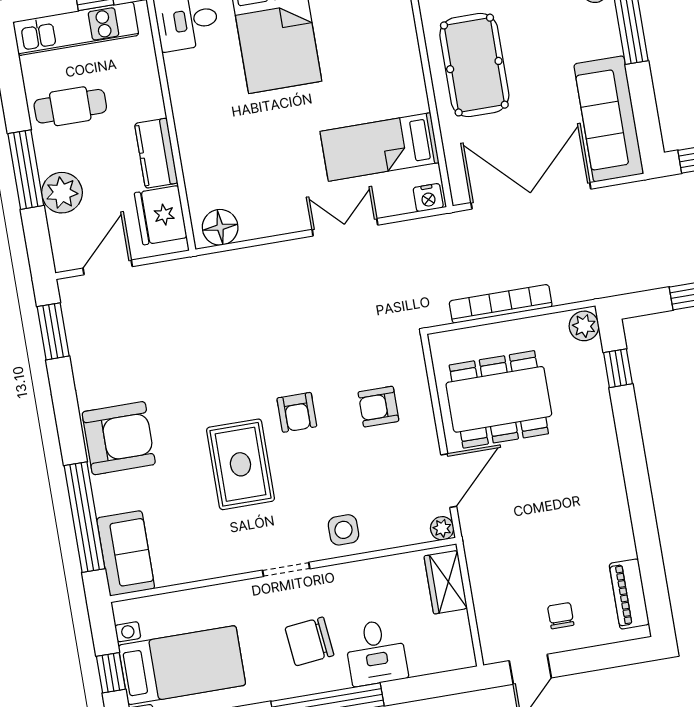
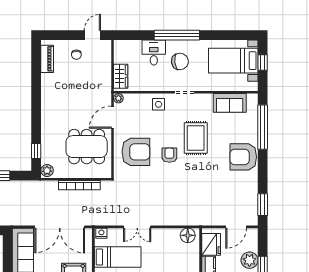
armchair: (378, 407) -> (136, 152), width x1.88, depth x1.88
sofa: (126, 553) -> (230, 103), moved, turned -90

